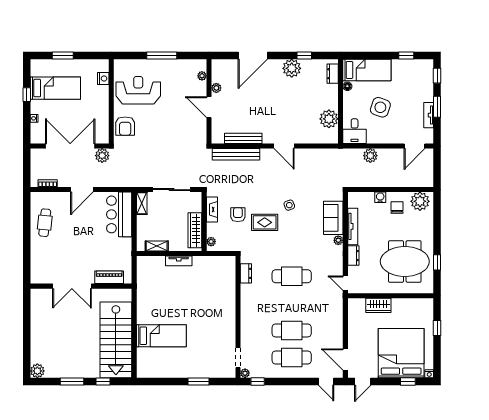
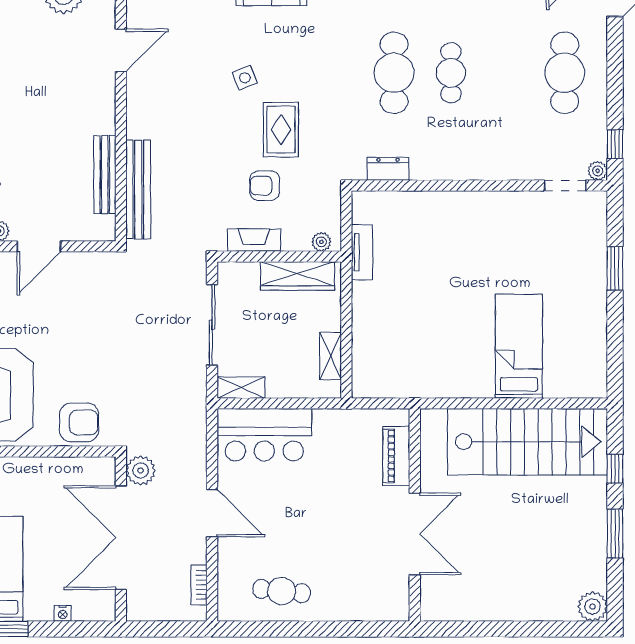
door: (284, 146) -> (121, 50), moved
tv unit: (179, 261) -> (362, 252), moved
cafe table: (292, 330) -> (451, 73), moved, width x0.73, depth x0.74

